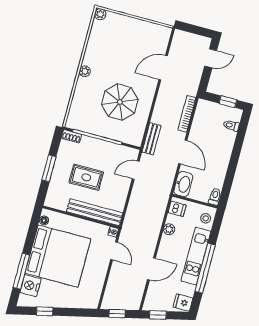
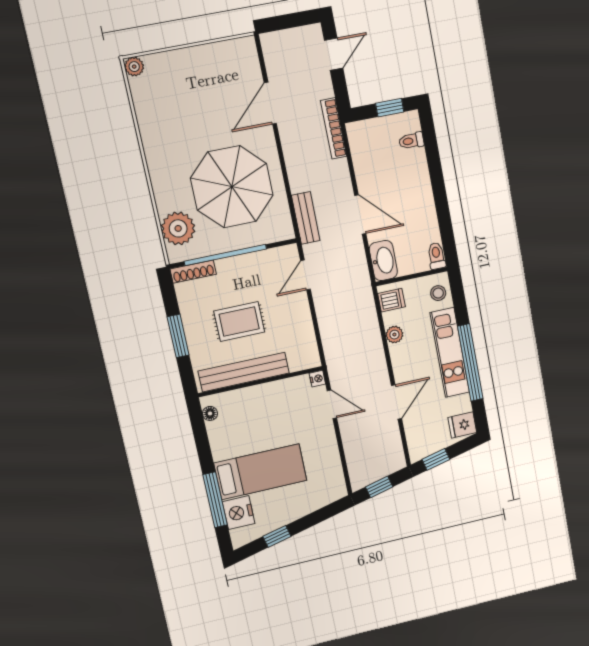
plant: (85, 71) -> (178, 228), moved, width x1.88, depth x1.88
parasol: (120, 102) -> (232, 187), width x1.36, depth x1.36
bookcase: (187, 114) -> (334, 128), moved
shoe rack: (71, 136) -> (193, 272), width x1.43
bench: (95, 212) -> (244, 372), moved
bed: (58, 256) -> (260, 472), width x0.49

